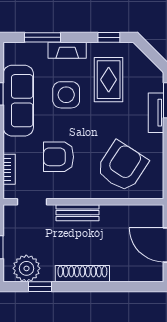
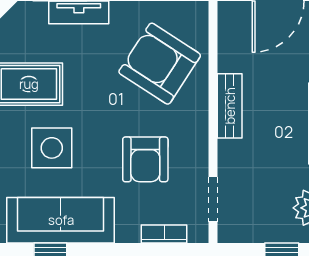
bench: (78, 213) -> (230, 106), moved

